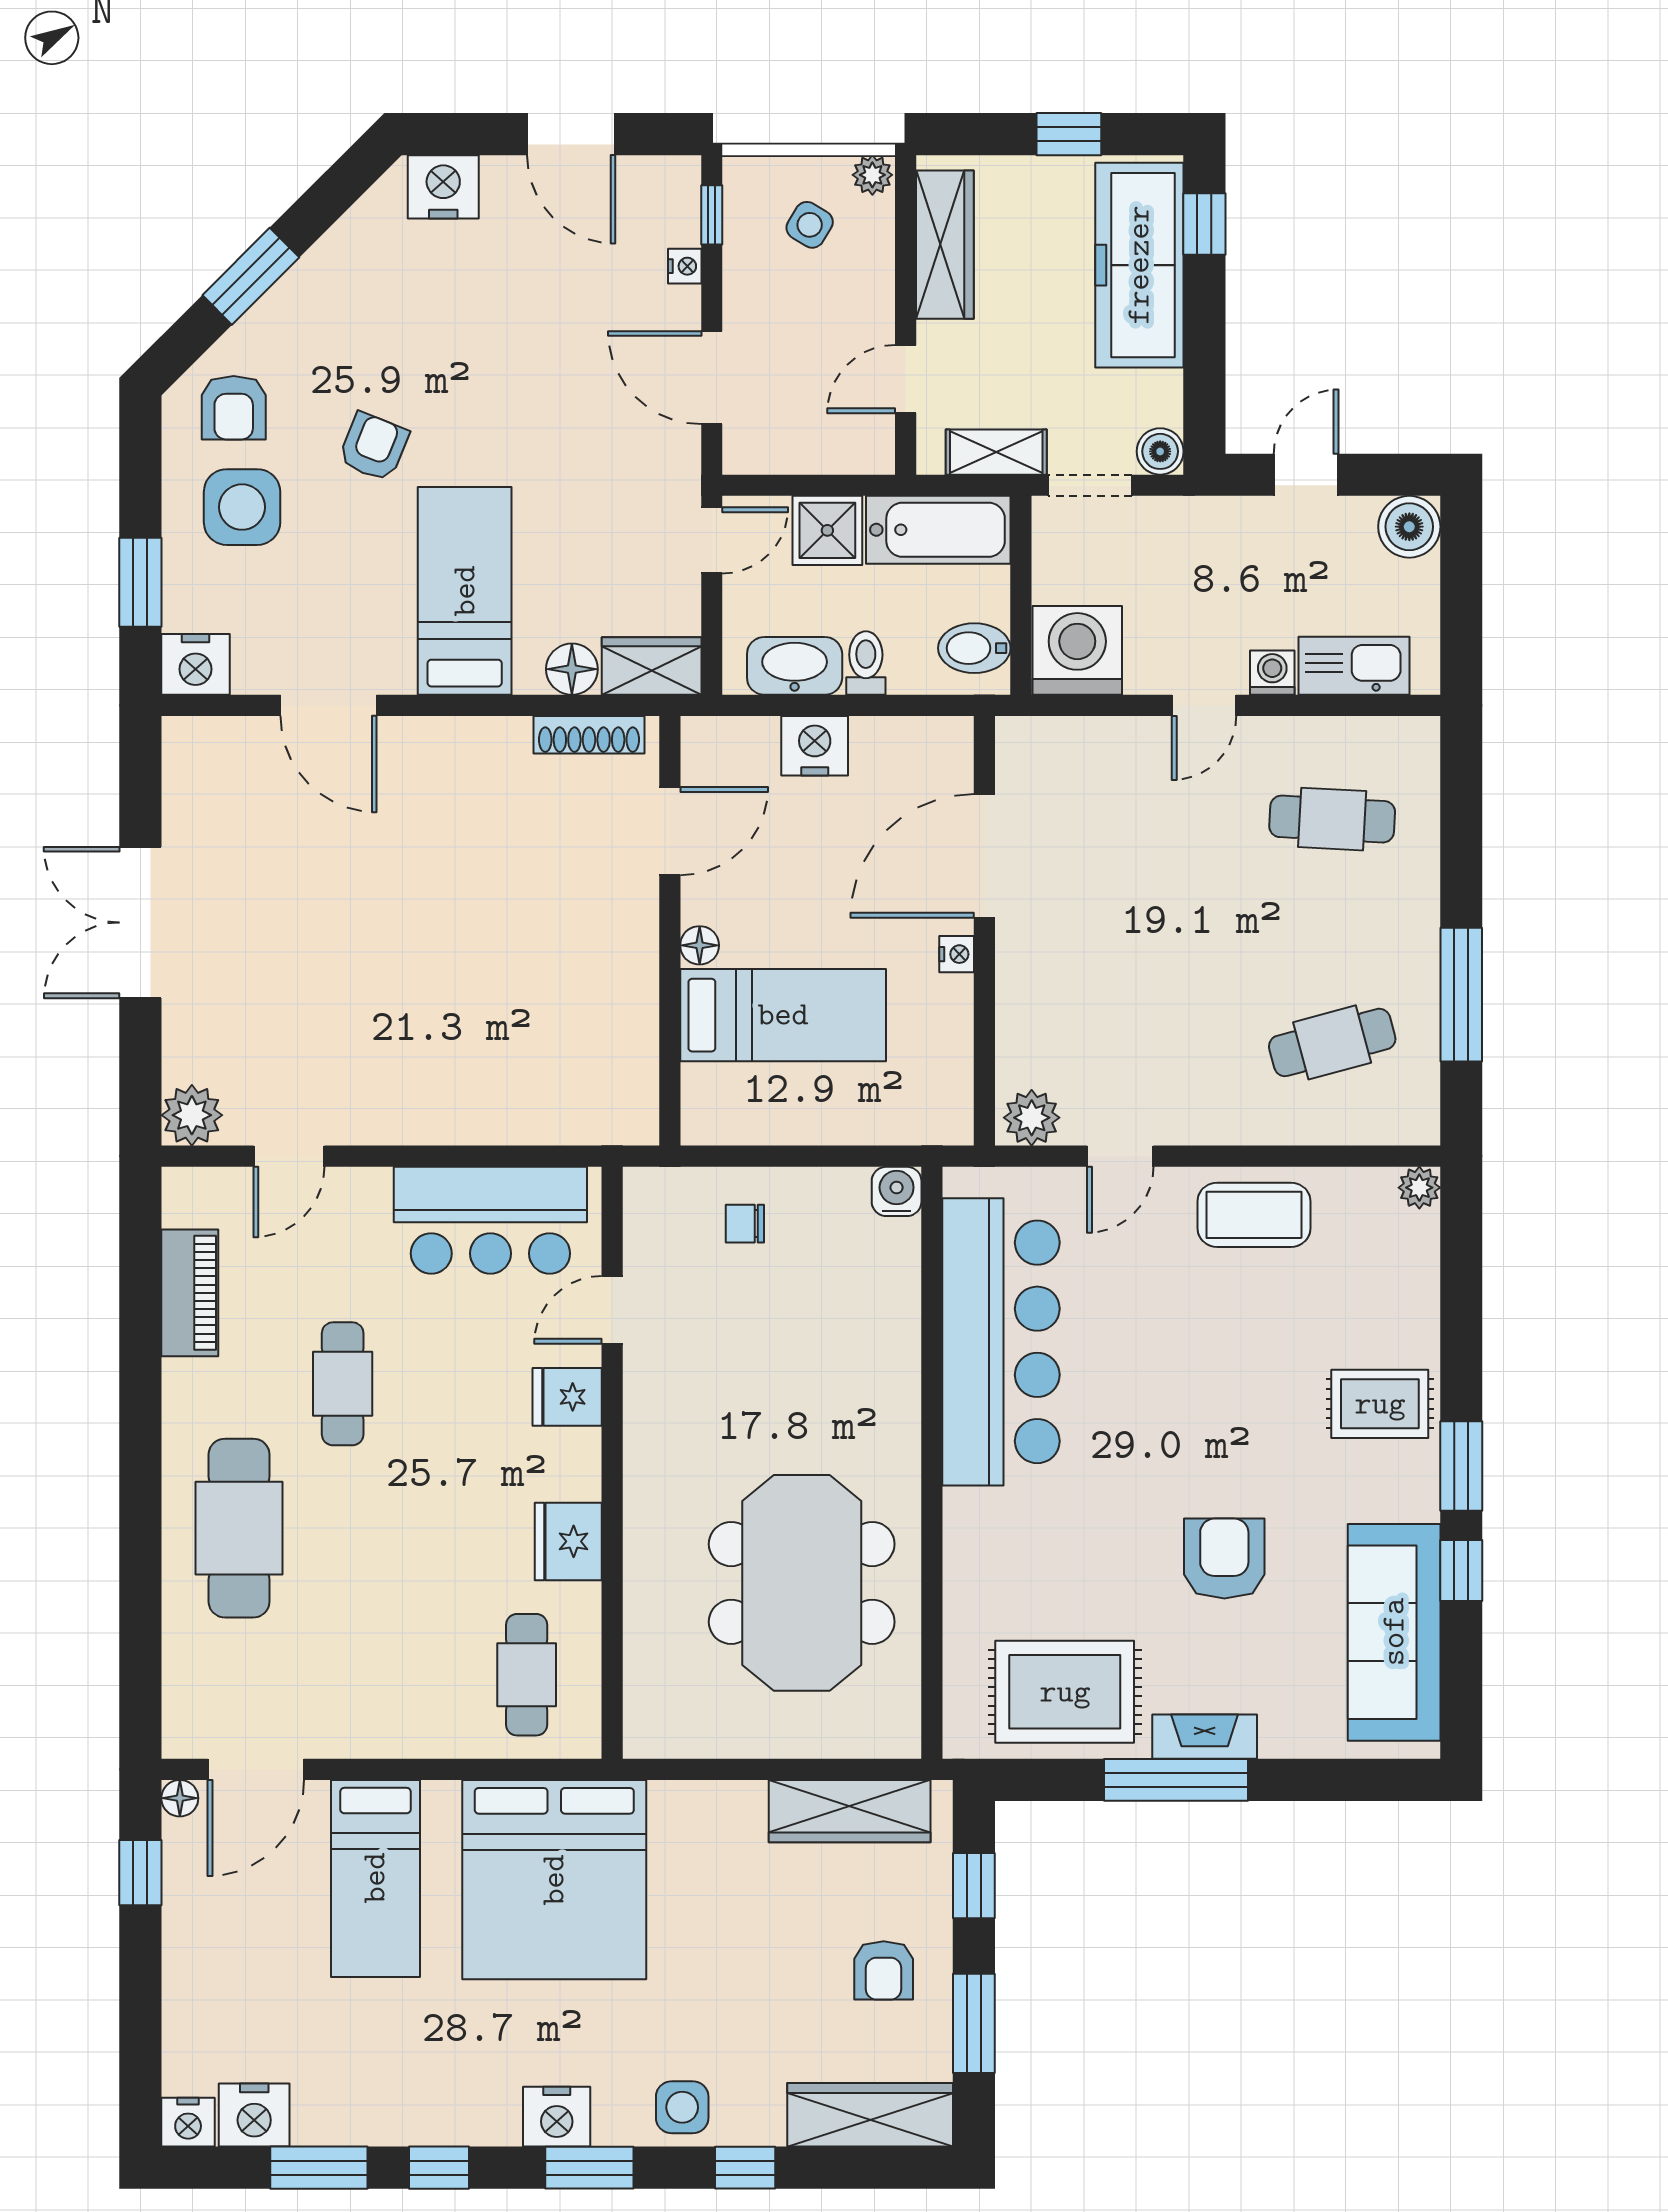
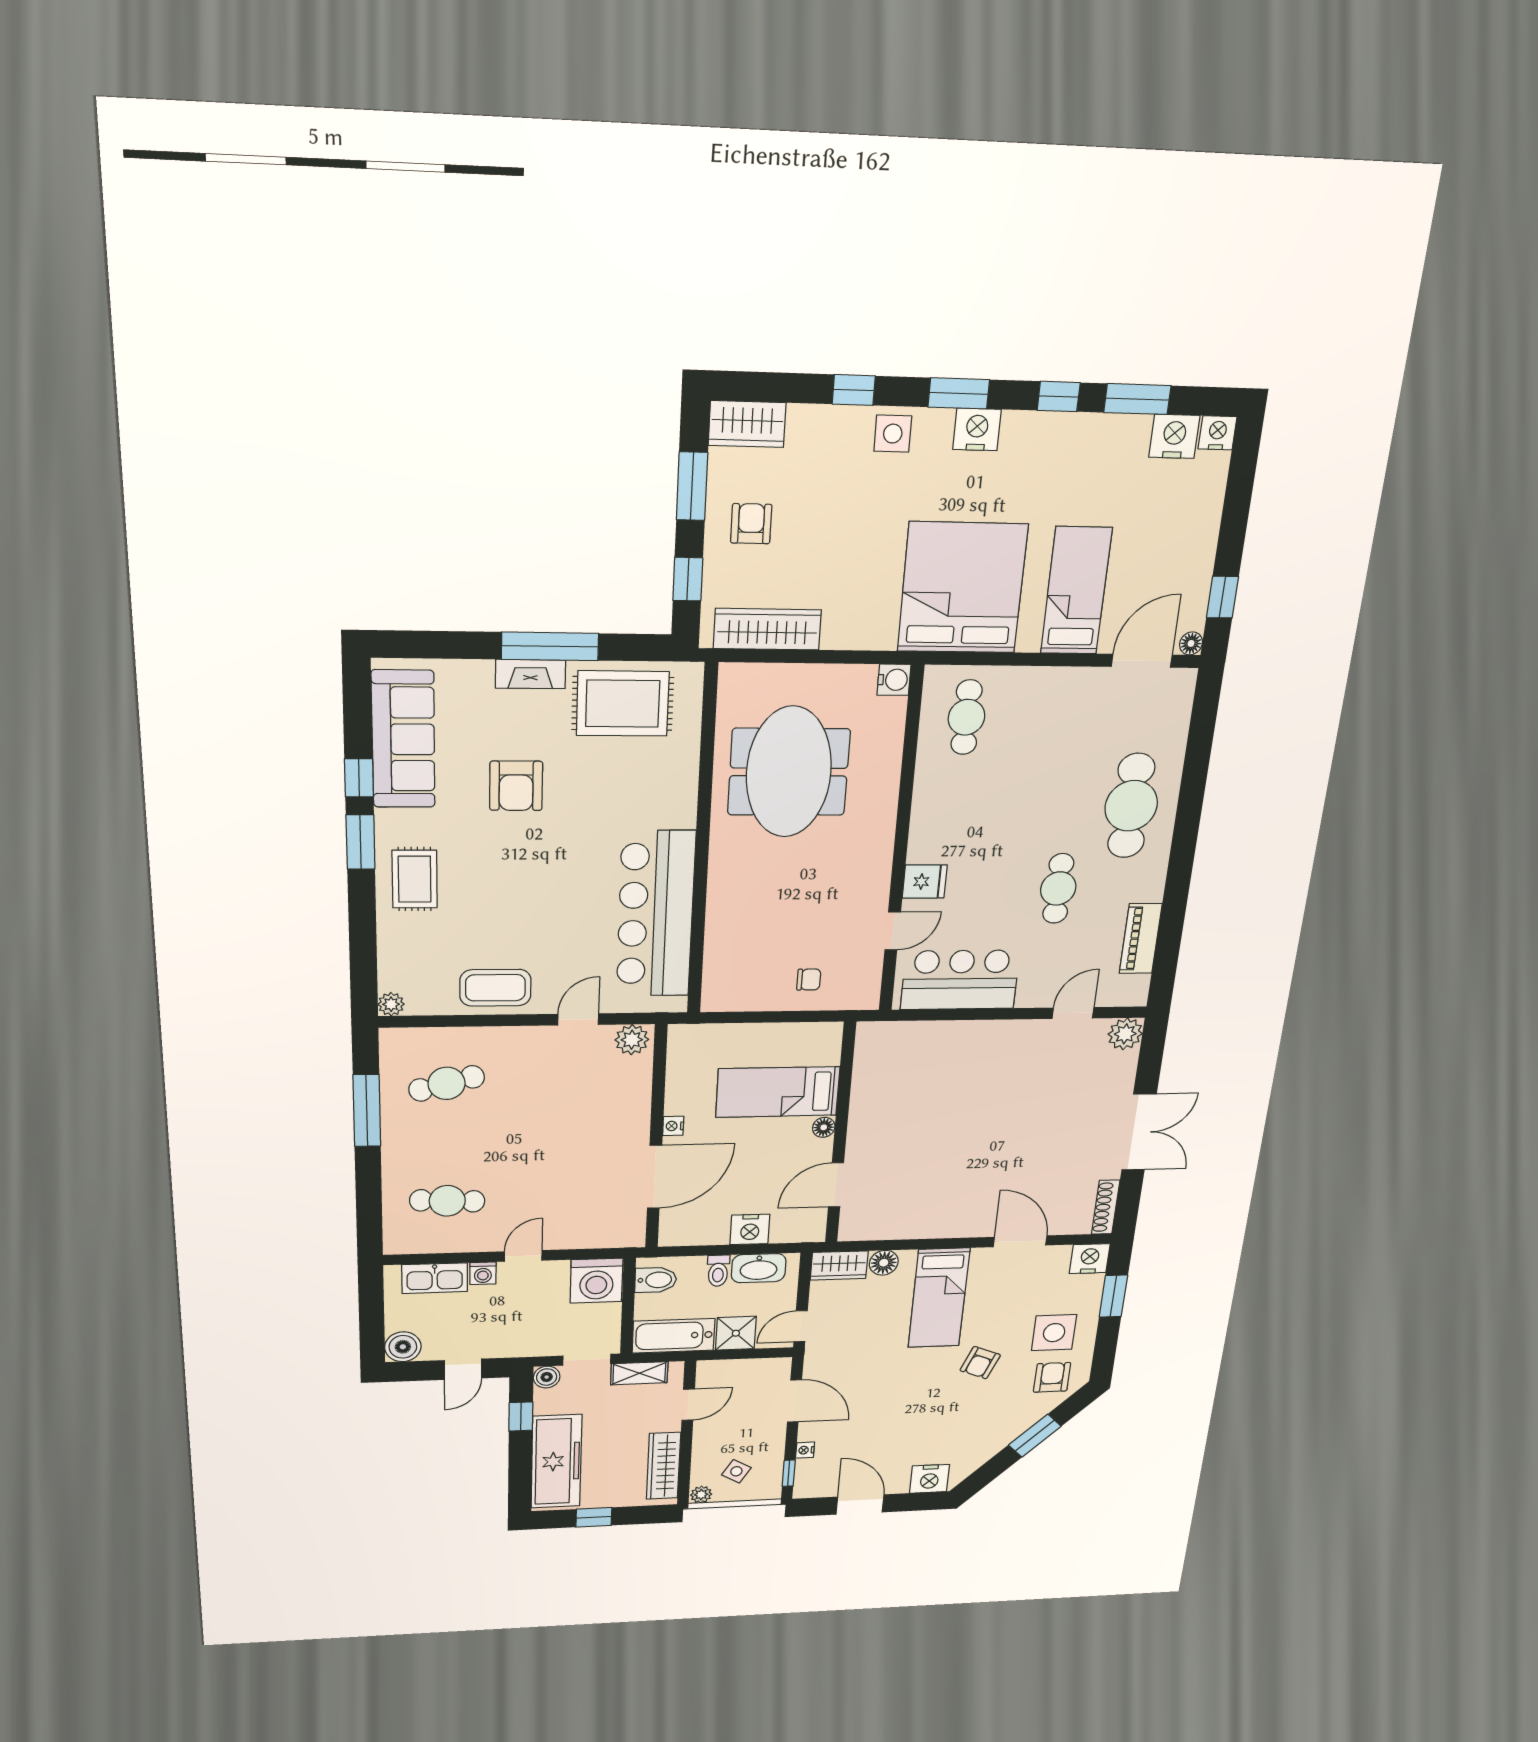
window: (1204, 224) -> (521, 1416), moved
shoe rack: (589, 735) -> (1106, 1207), moved, turned -90
water cooler: (897, 1191) -> (894, 680), moved, turned -90
rug: (1380, 1404) -> (415, 879), turned 90
fridge: (568, 1541) -> (932, 797), removed
wardrobe: (870, 2115) -> (747, 424), width x0.67

